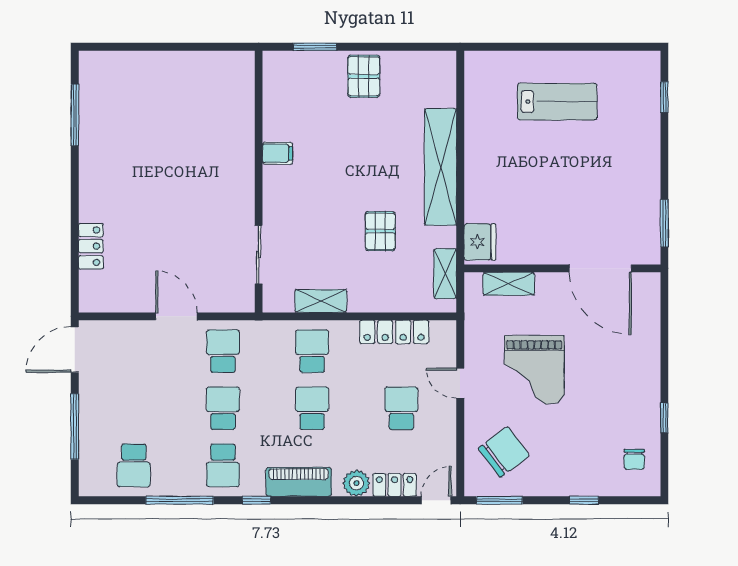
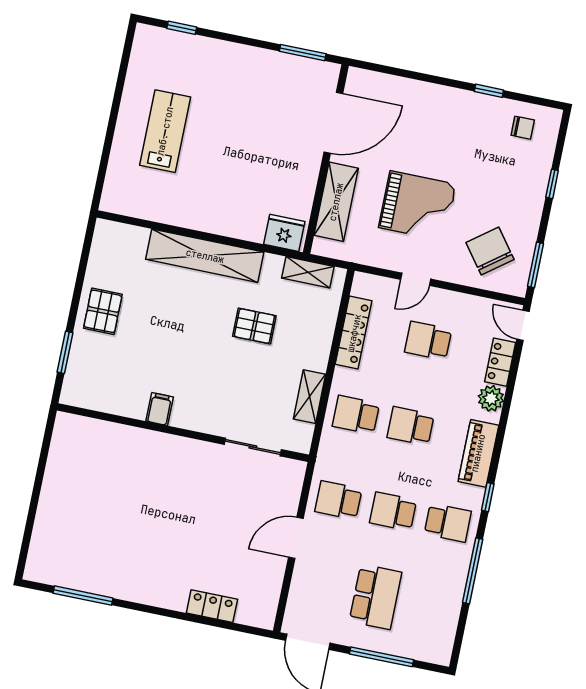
pallet: (364, 76) -> (103, 311), turned 90
shelving: (509, 284) -> (336, 202), width x1.50, depth x1.33
school desk: (134, 465) -> (376, 597), moved, width x1.85

